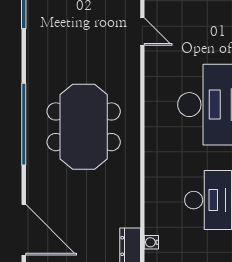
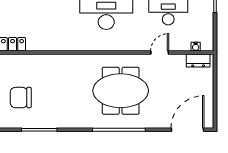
door: (142, 32) -> (160, 53), moved

